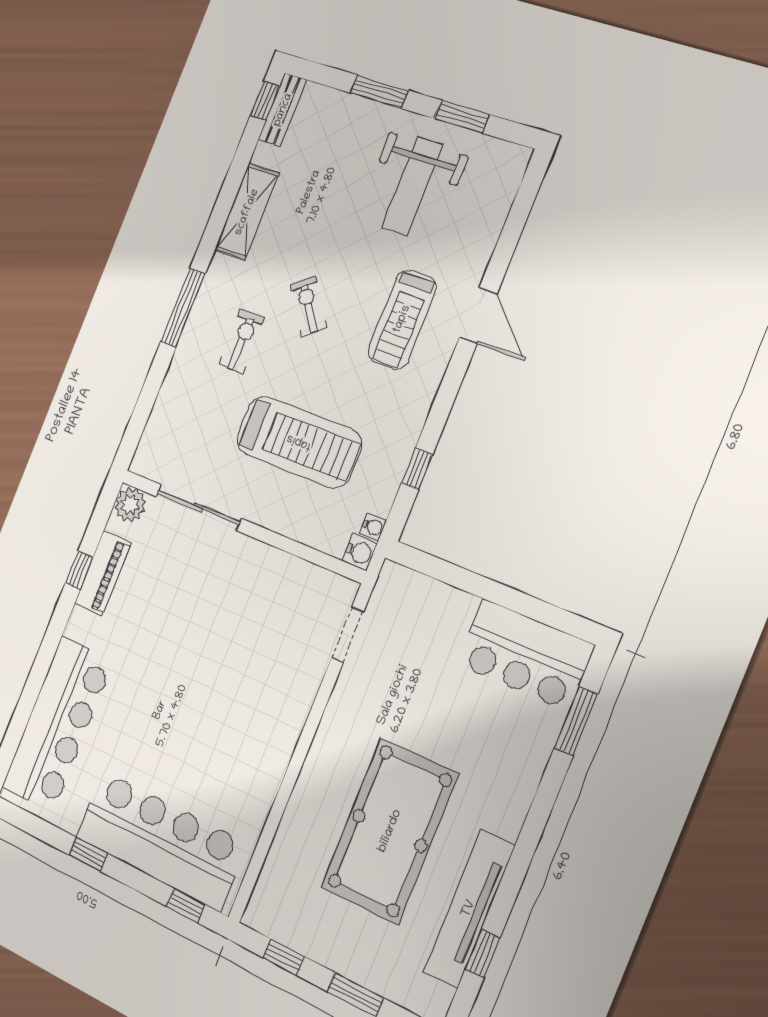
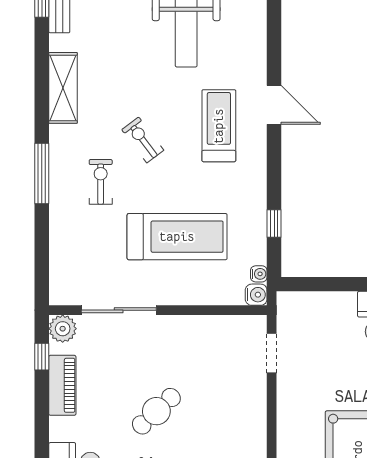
treadmill: (402, 319) -> (219, 126), turned 180
window: (79, 570) -> (42, 357), moved
cafe table: (189, 650) -> (156, 411), added

